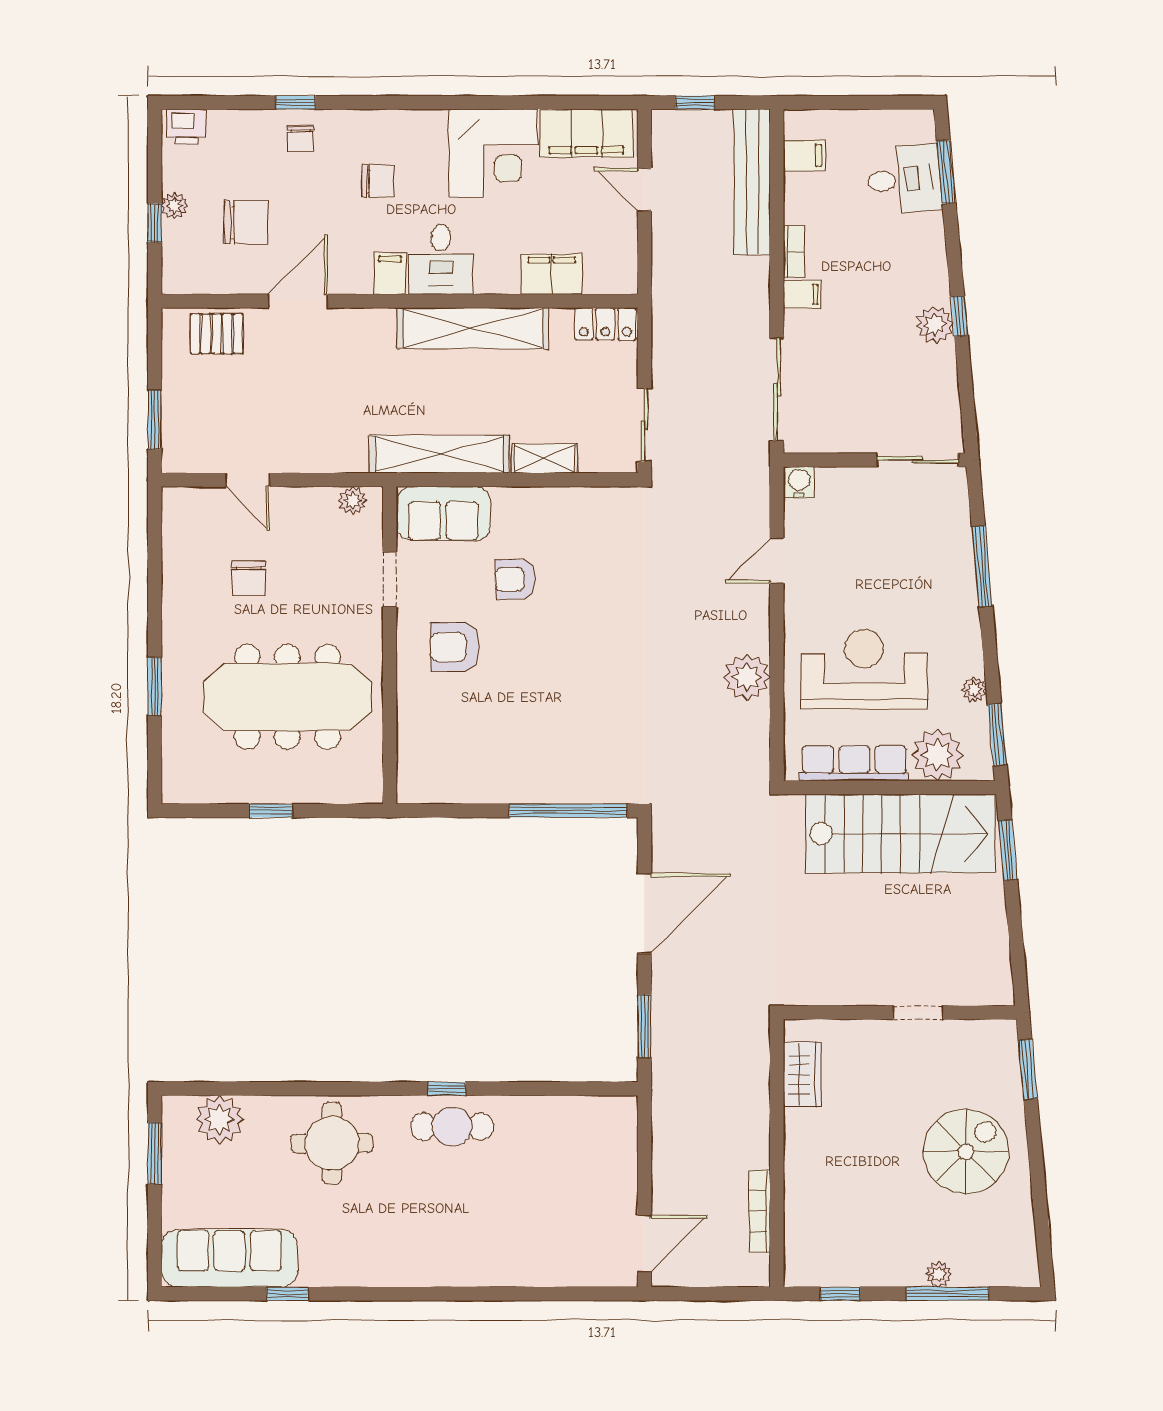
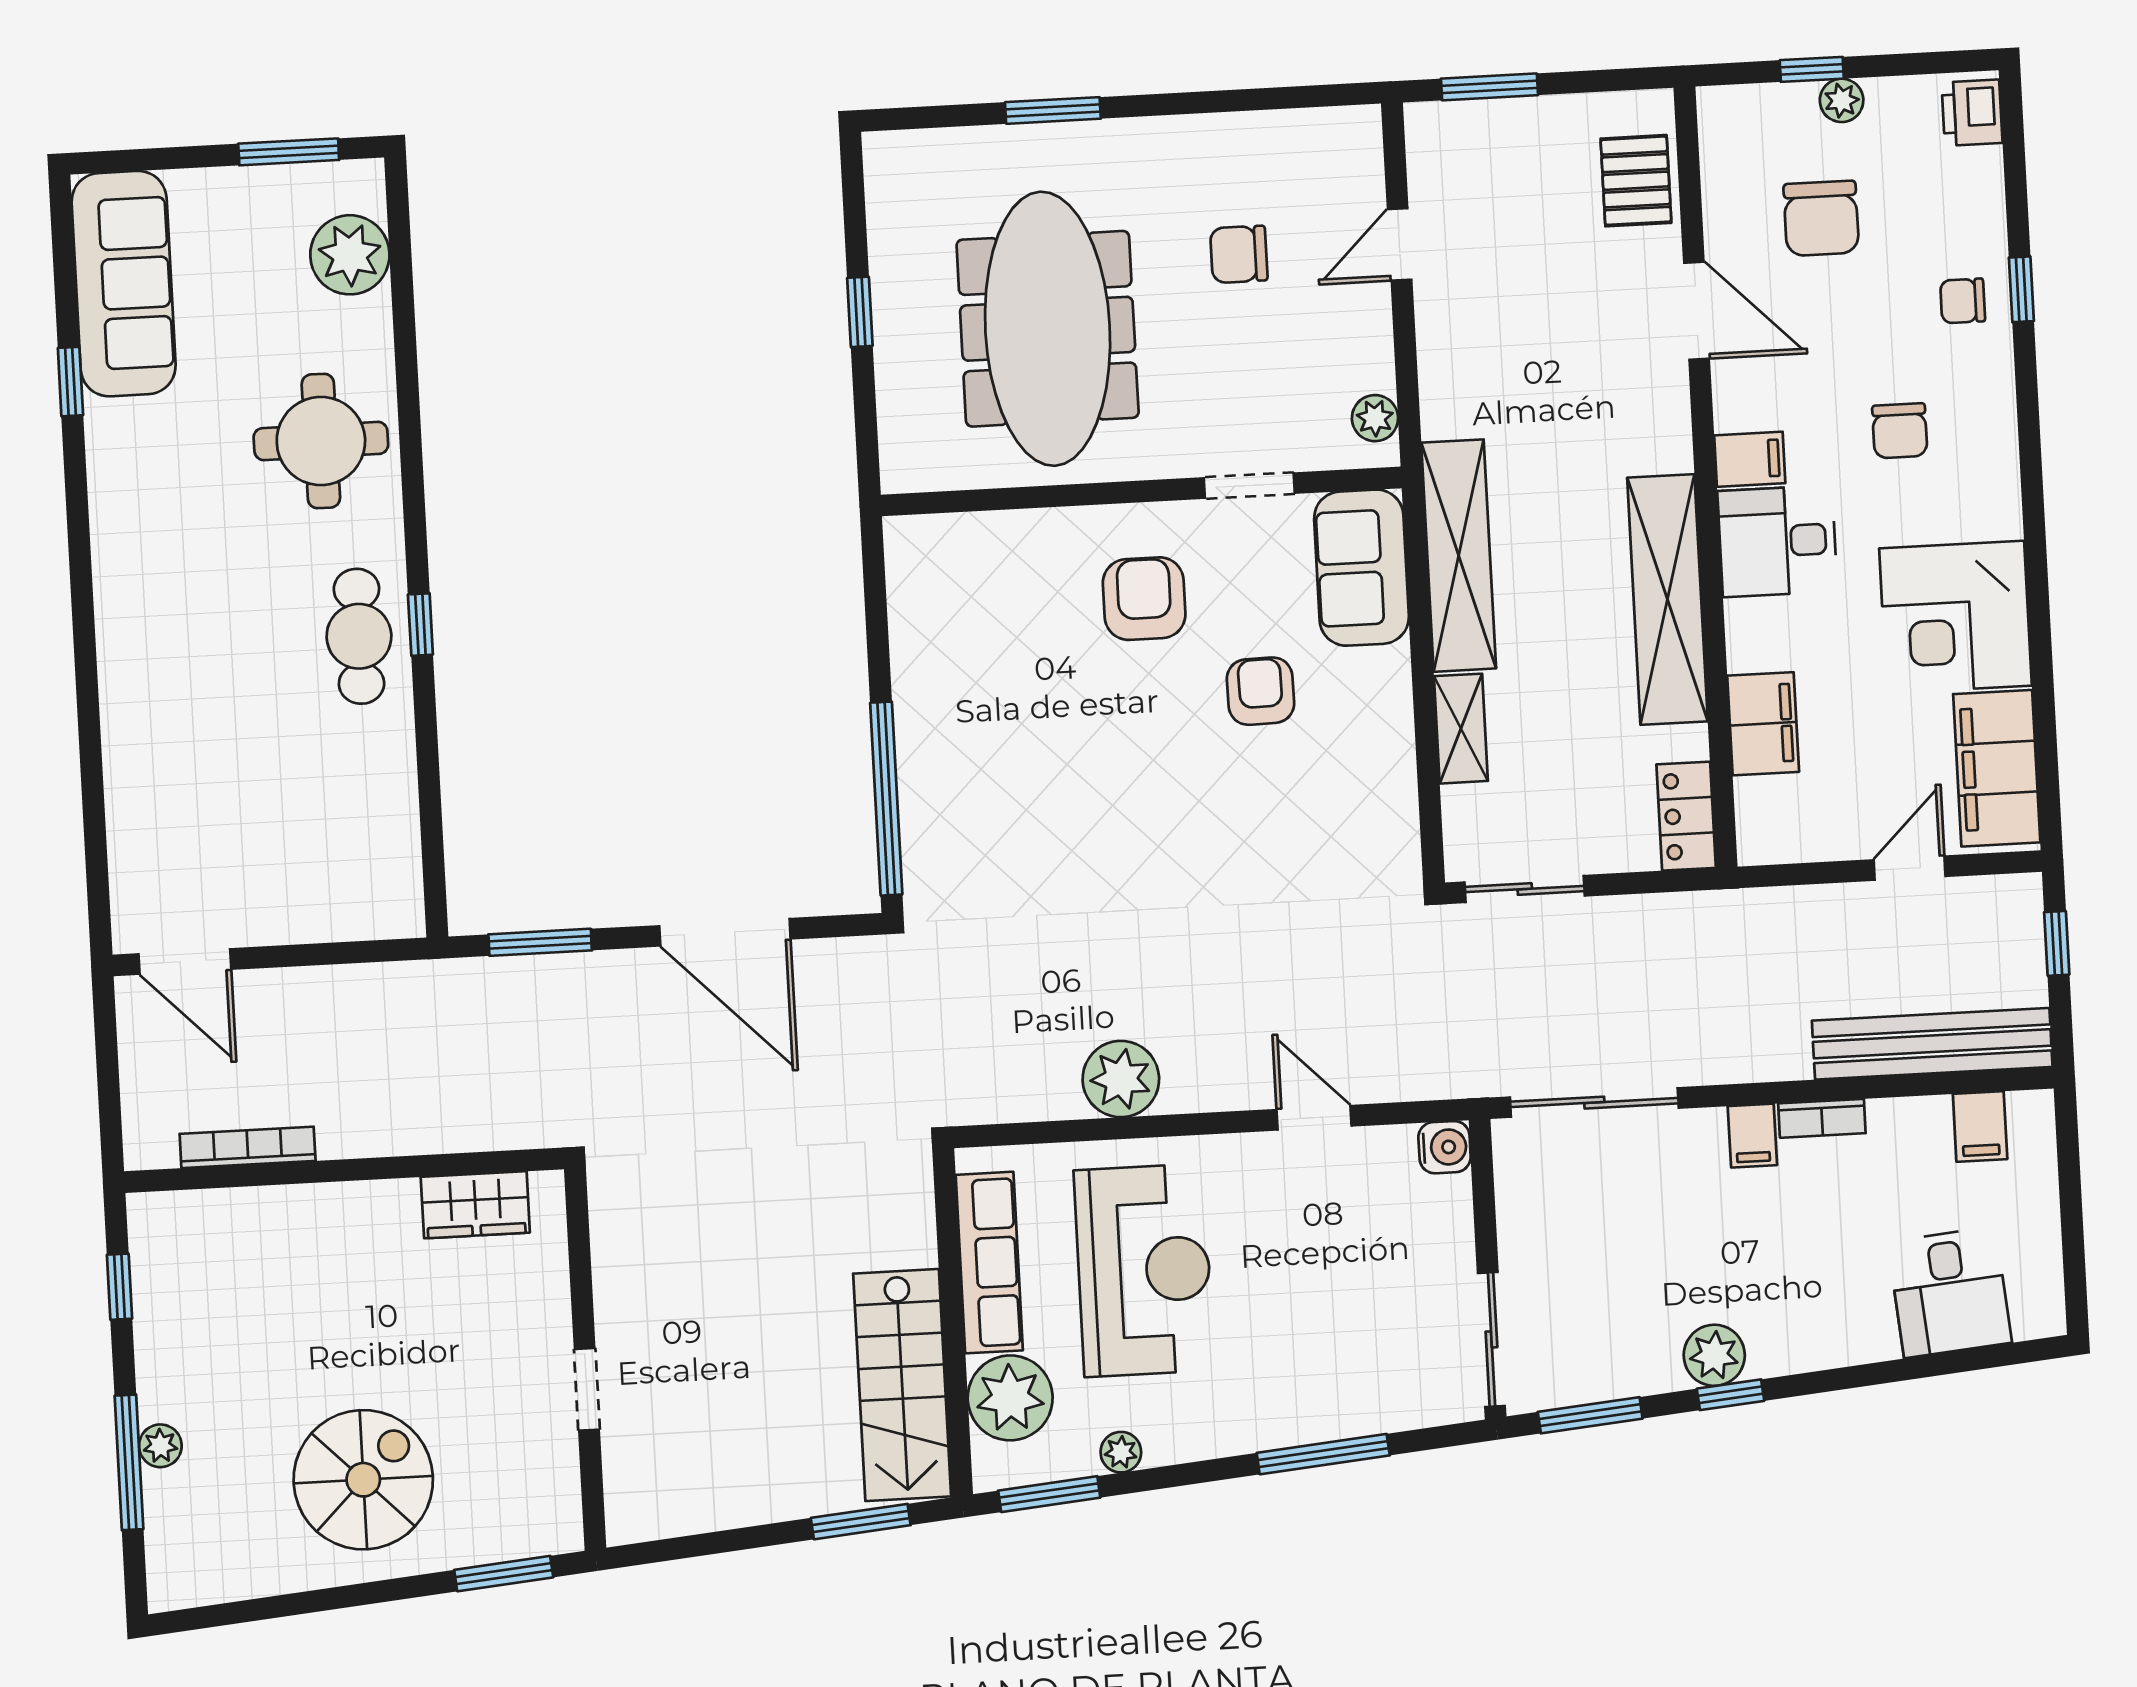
window: (946, 172) -> (1590, 1415), moved
stairs: (901, 834) -> (902, 1385), width x0.73, depth x0.66
spiral stairs: (966, 1152) -> (363, 1480), turned -90

